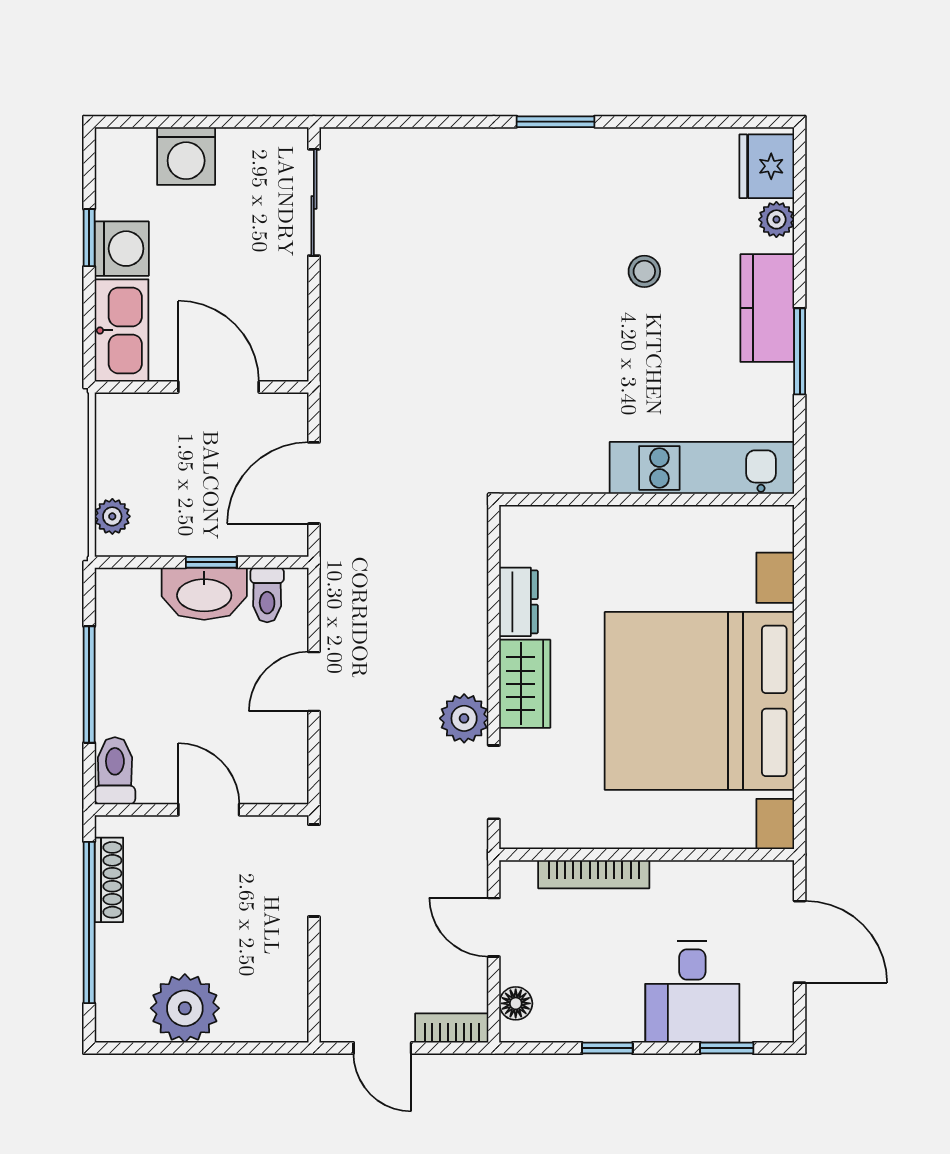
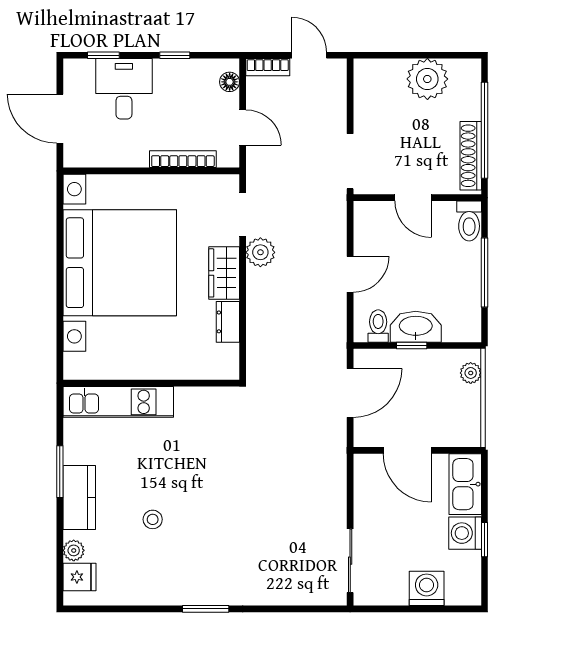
fridge: (767, 166) -> (79, 577), width x0.72
shoe rack: (109, 880) -> (471, 156), width x1.36, depth x1.24

